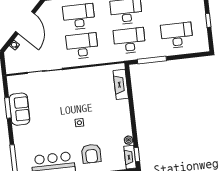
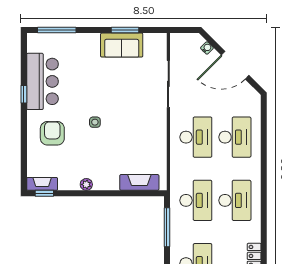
plant: (129, 140) -> (86, 184), moved
armchair: (91, 154) -> (52, 133), turned 90

